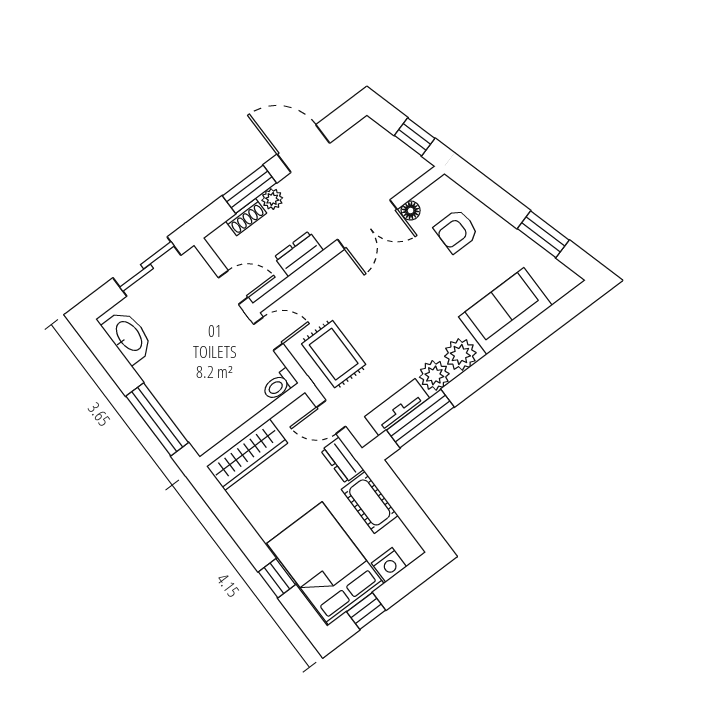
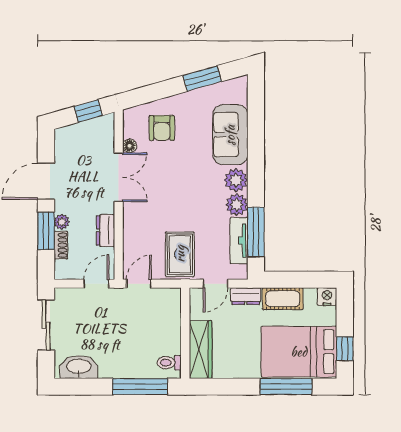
rug: (334, 354) -> (180, 254), turned 90
toilet: (279, 385) -> (169, 363), moved, turned 90
nightstand: (389, 565) -> (327, 297), moved, turned -90
window: (277, 578) -> (286, 387), width x2.17

